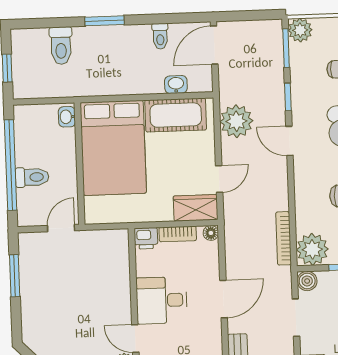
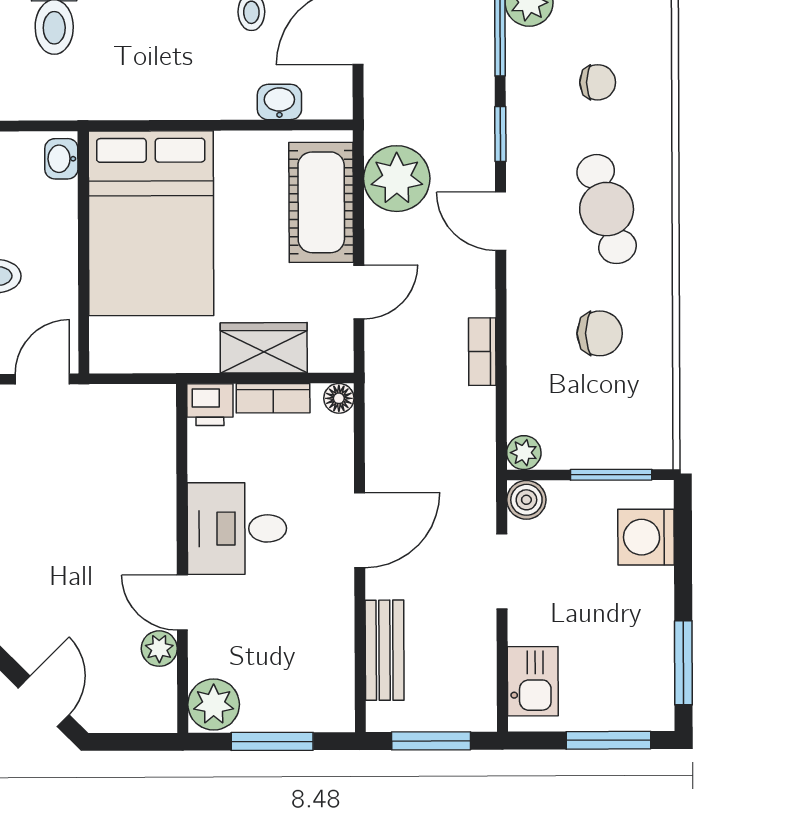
cot: (176, 115) -> (321, 202), moved, turned 90
wardrobe: (196, 208) -> (264, 348), moved
bookcase: (284, 238) -> (482, 352), moved, width x0.64
plant: (312, 249) -> (524, 453), width x0.53, depth x0.53

